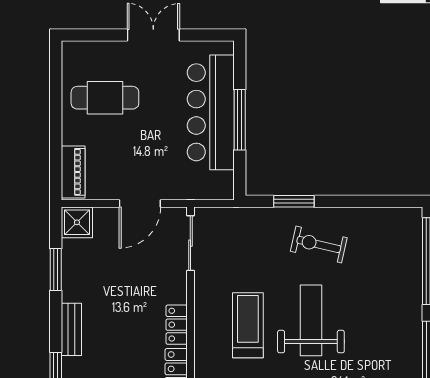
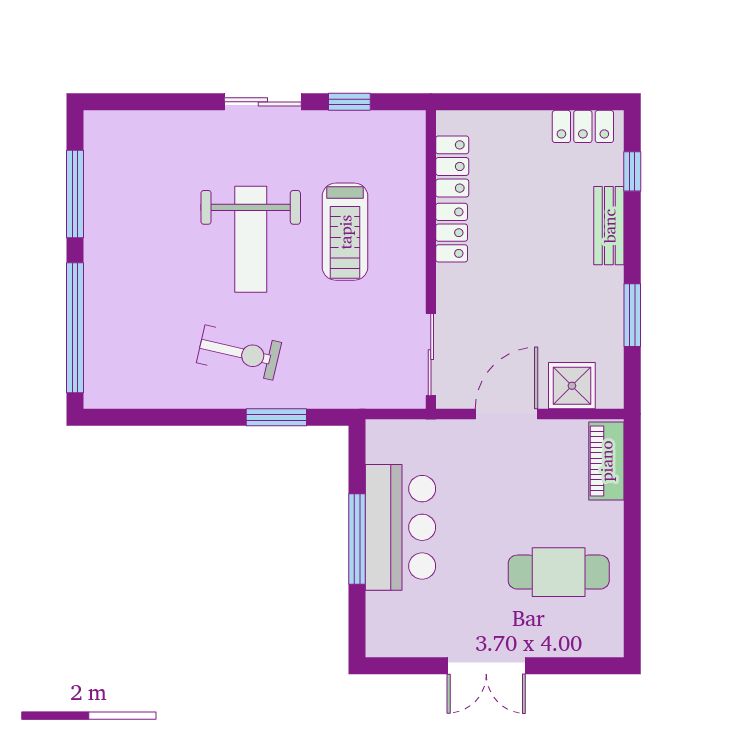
bar counter: (211, 112) -> (400, 527), width x0.73
shower: (77, 222) -> (572, 386), moved

